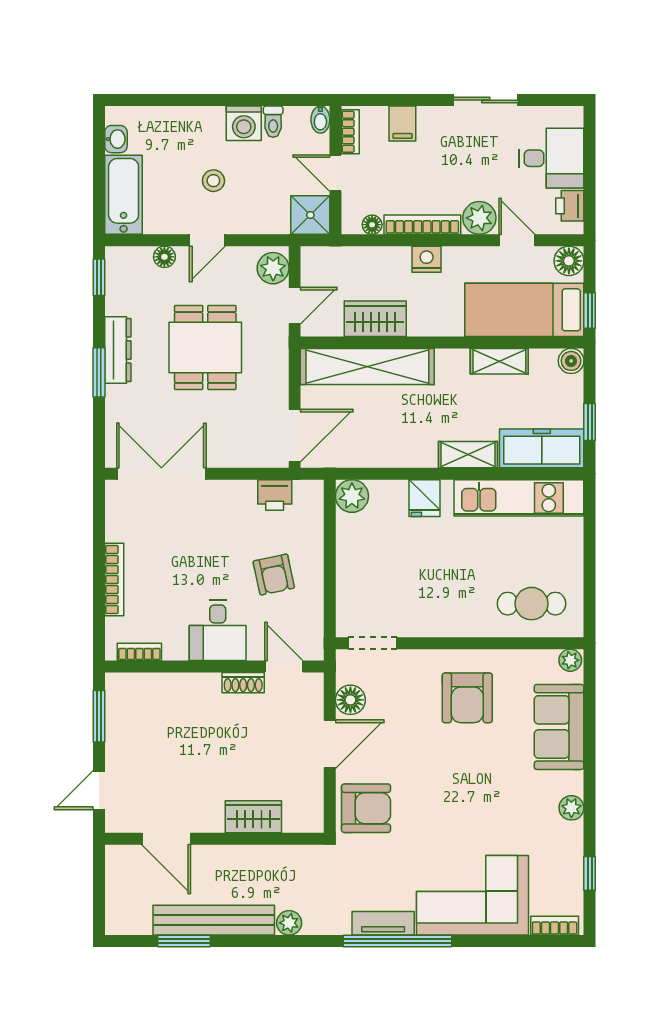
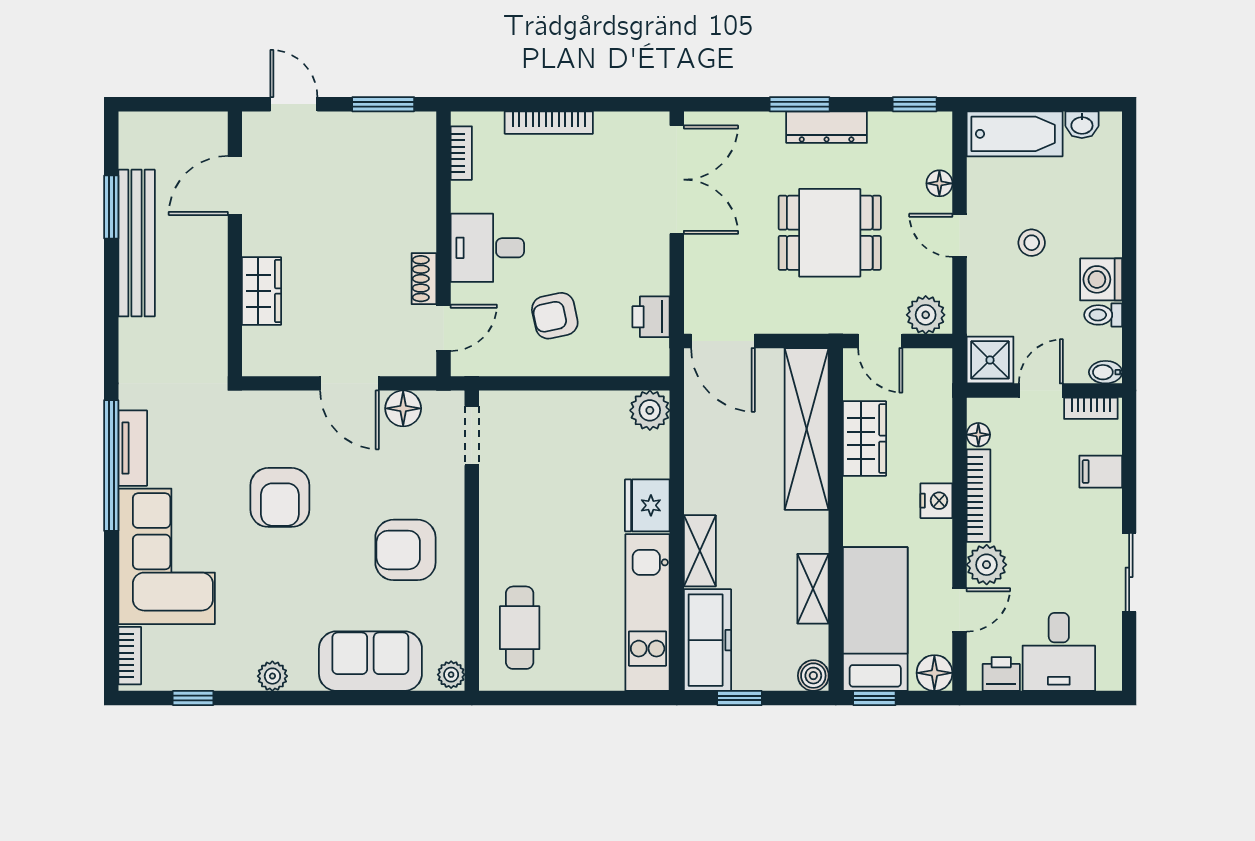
fridge: (424, 498) -> (647, 505), width x1.38
armchair: (366, 808) -> (280, 497), moved
plant: (289, 923) -> (133, 334), removed

